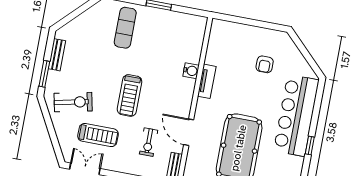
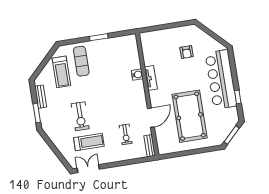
treadmill: (130, 95) -> (61, 72), moved
exercise bike: (73, 102) -> (80, 116), moved, turned 102
door: (189, 132) -> (151, 118), swing flipped

